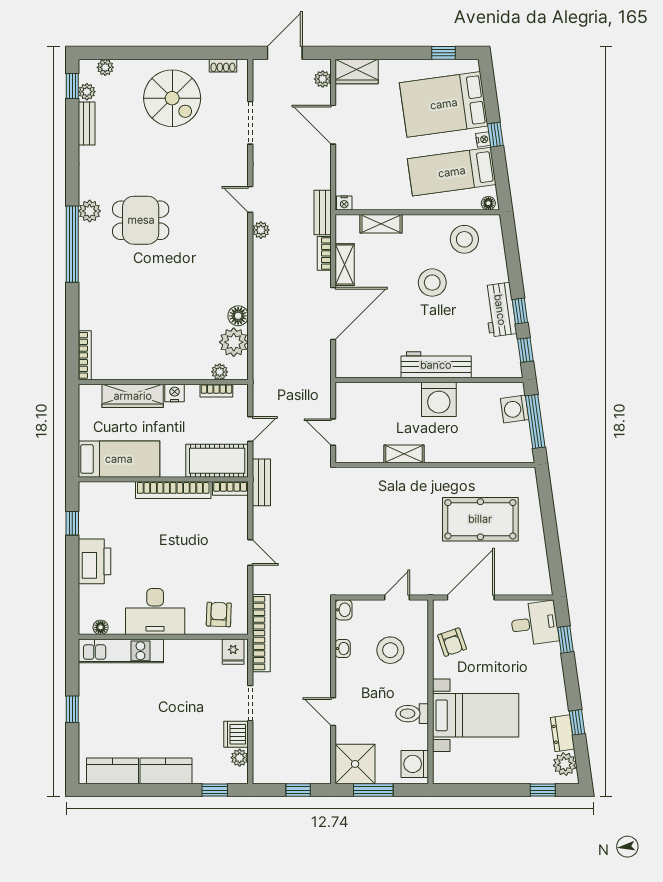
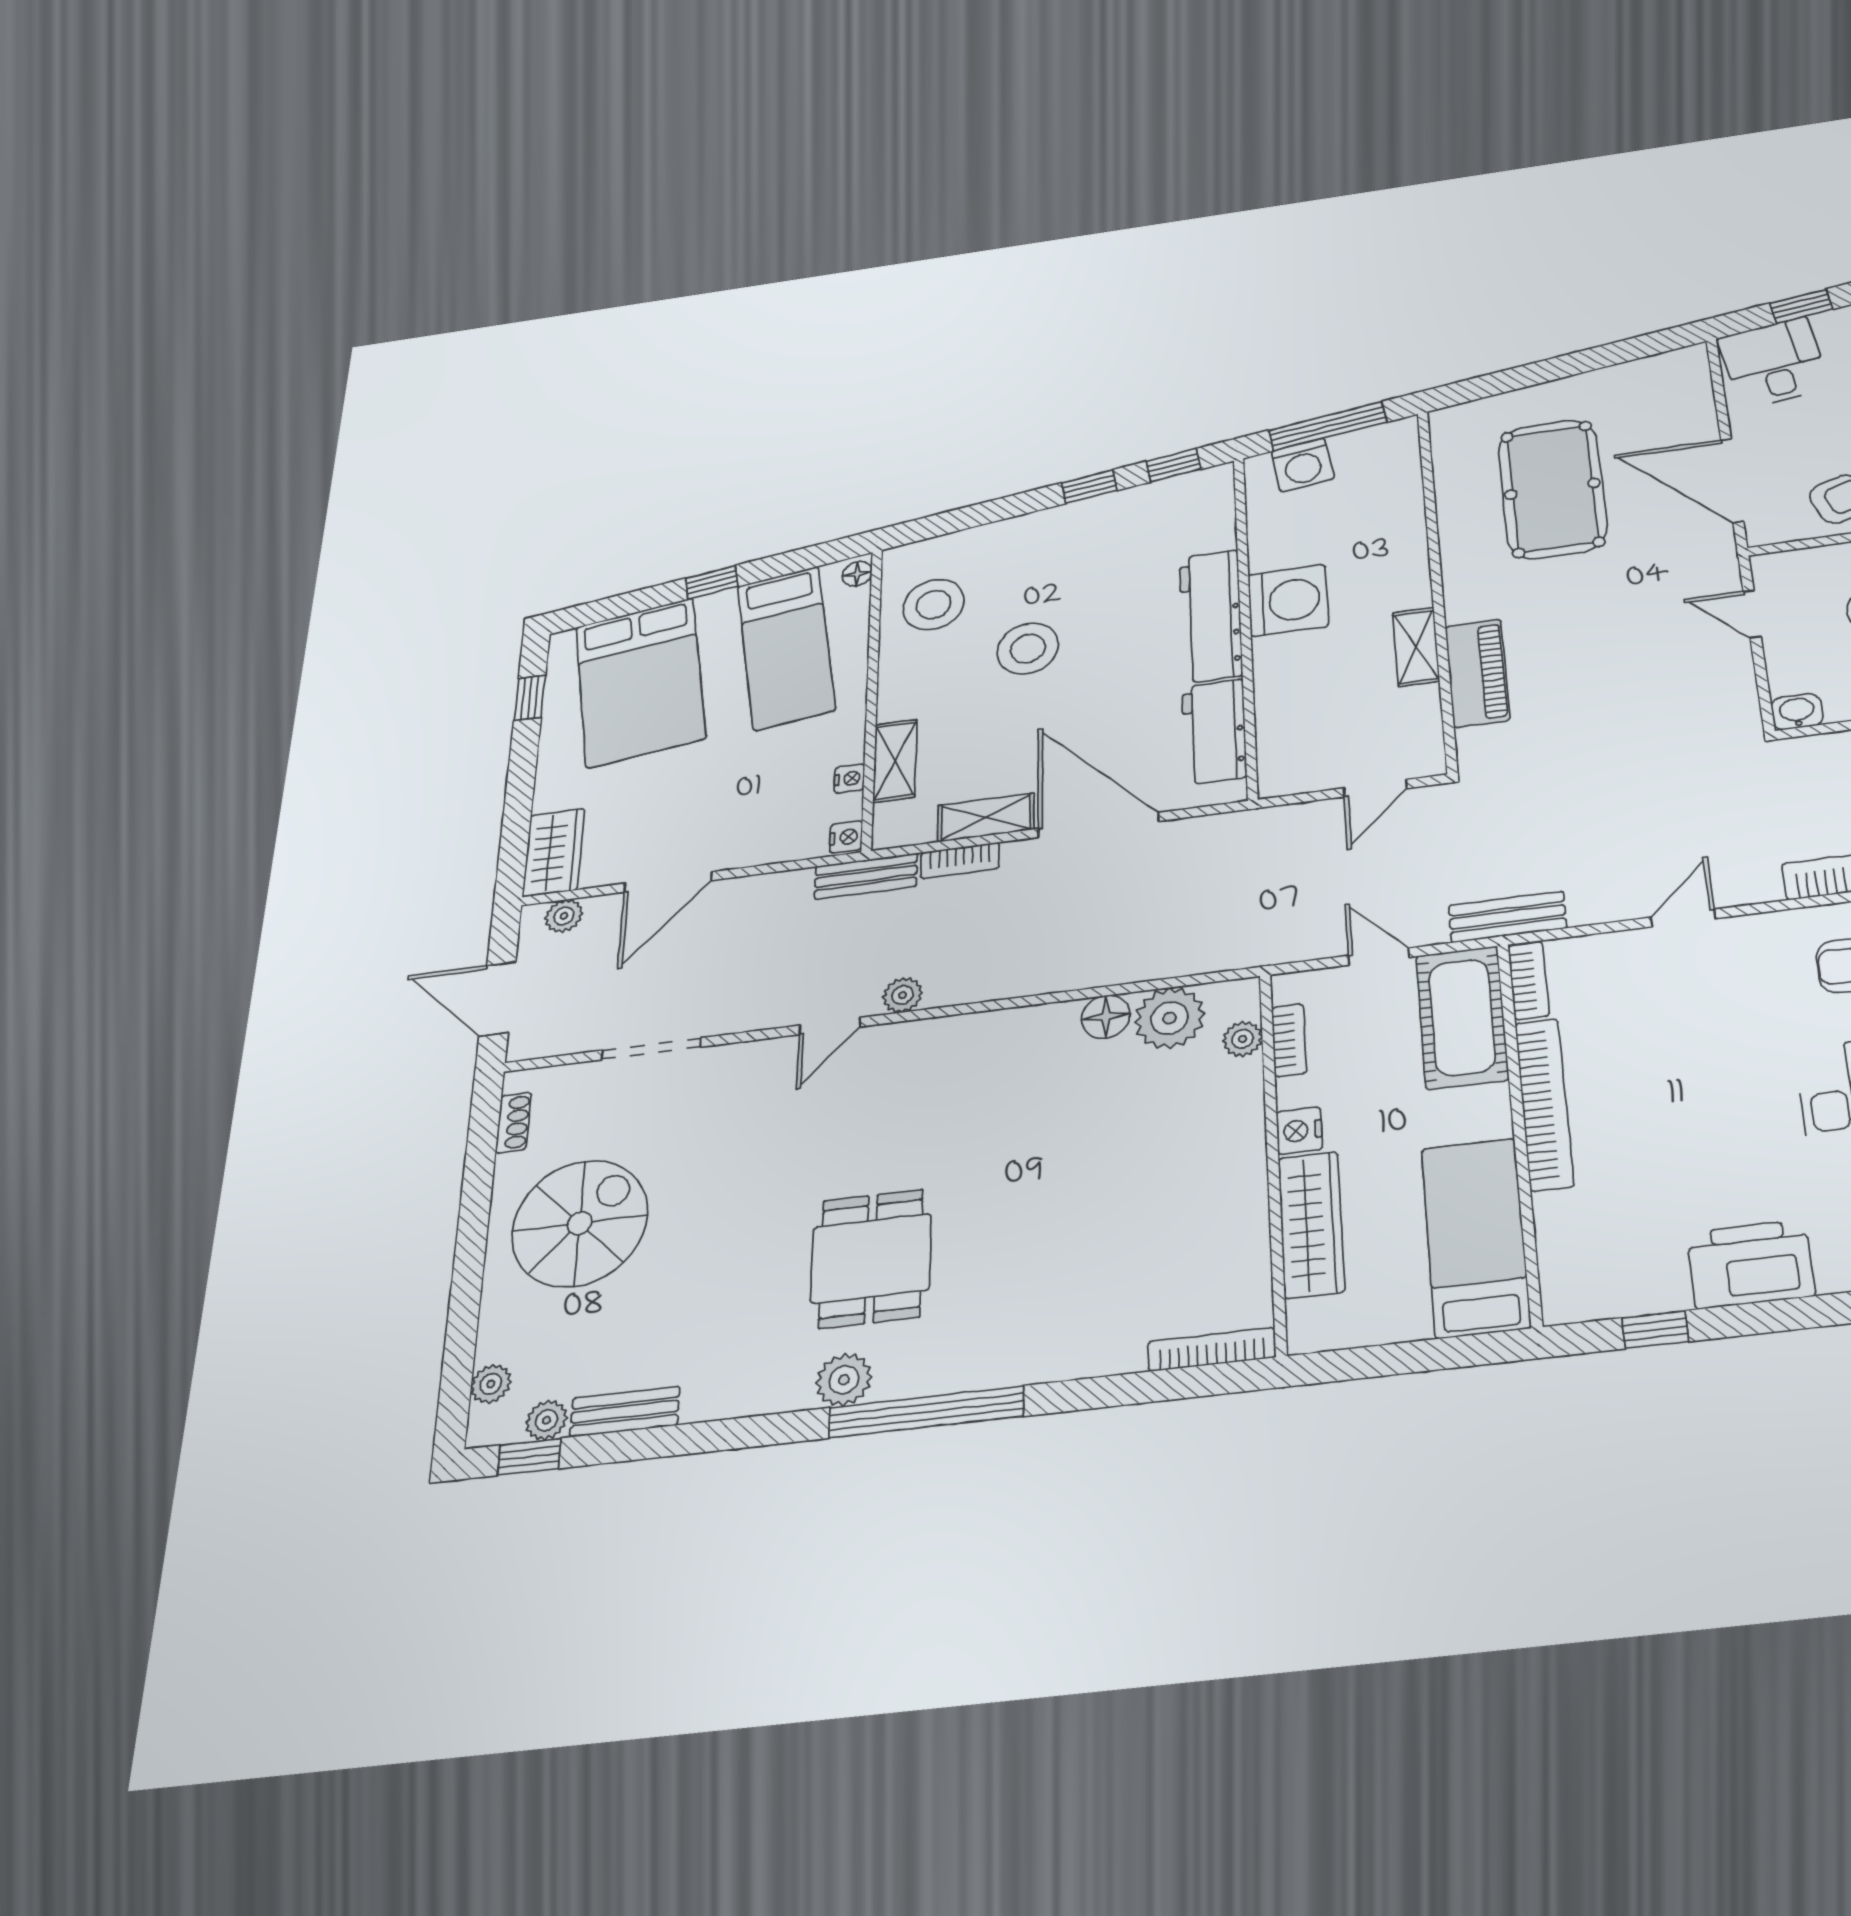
nightstand: (483, 139) -> (850, 779), moved, turned 98
workbench: (500, 310) -> (1214, 732), moved, turned 98
piano: (386, 479) -> (1477, 673), added

